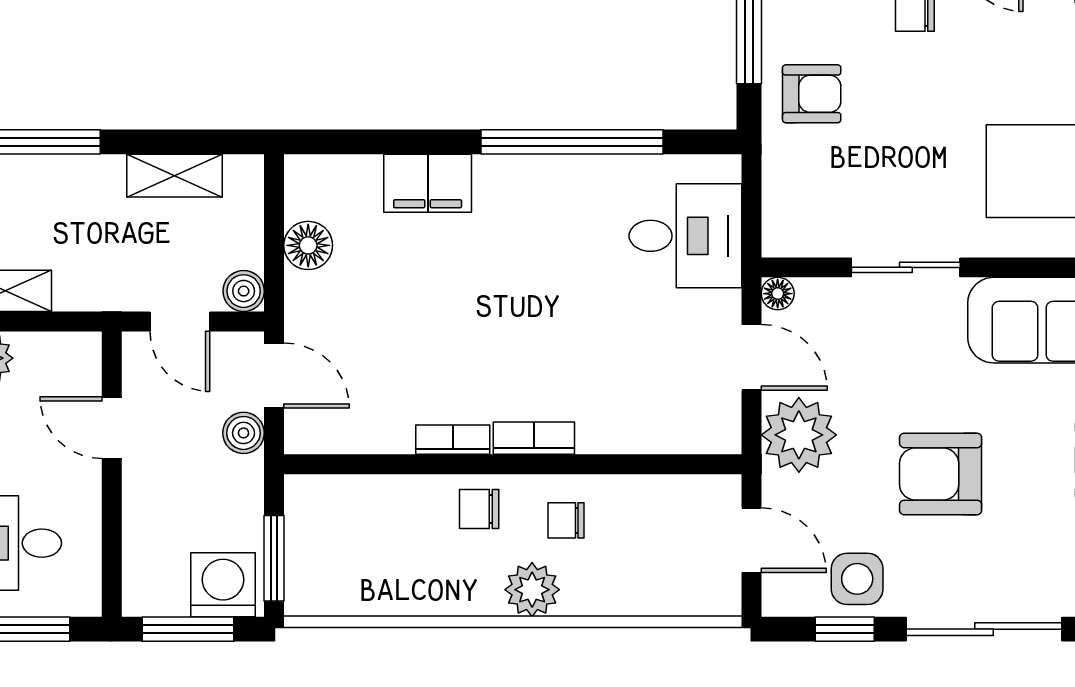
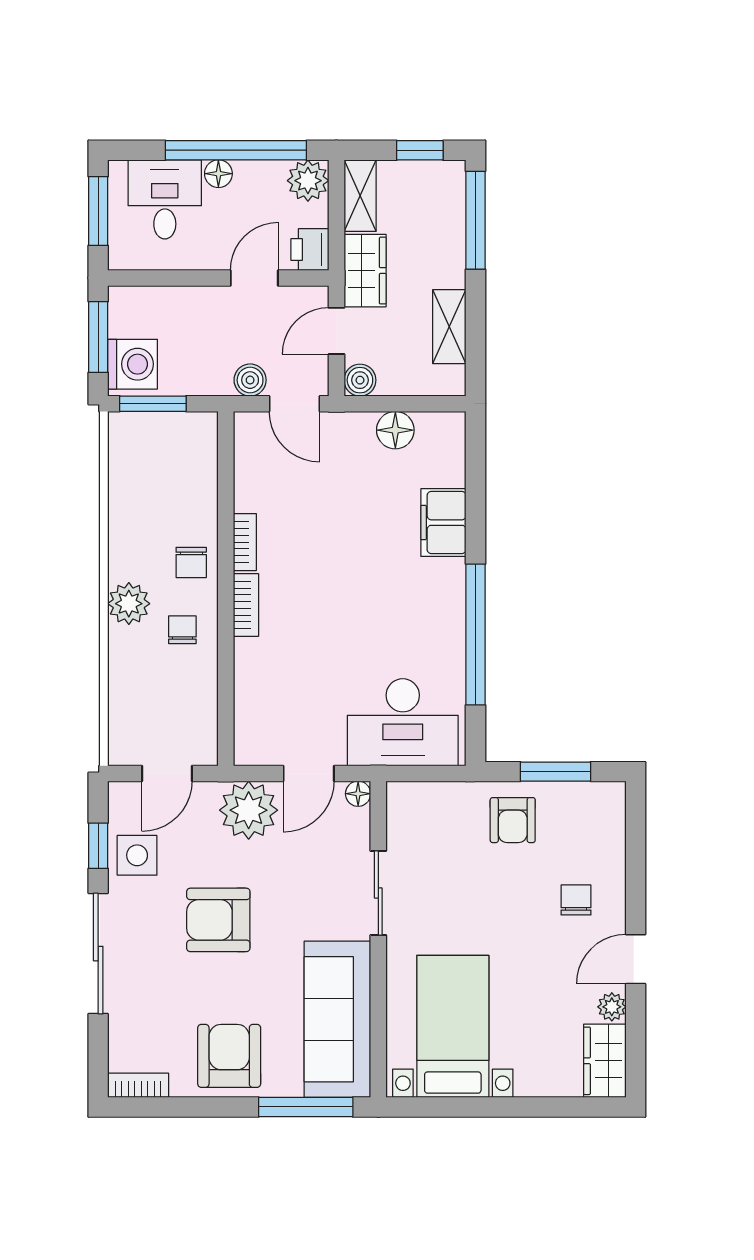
desk: (685, 236) -> (403, 722), width x1.37
wardrobe: (102, 285) -> (365, 271), added
printer: (75, 356) -> (310, 249), added
door: (274, 376) -> (295, 404), hinge flipped
armchair: (941, 474) -> (218, 920), turned -90
chair: (479, 509) -> (191, 562), turned 180

